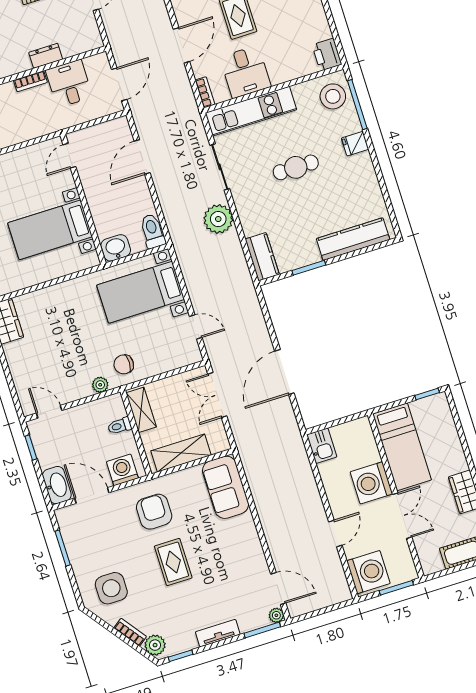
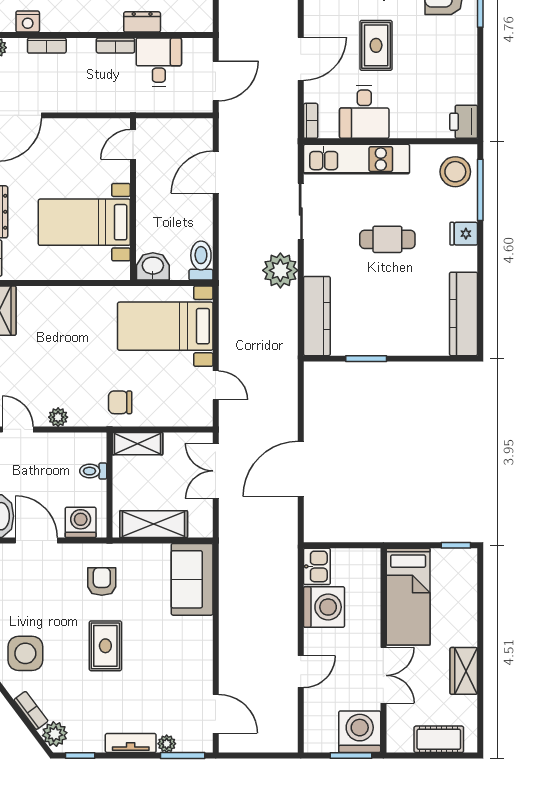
kitchen counter: (353, 239) -> (464, 314), moved, turned -90
kitchen counter: (262, 257) -> (317, 316), width x1.50
plant: (100, 385) -> (58, 417), moved
shelving: (141, 410) -> (137, 444), moved, turned 90
washing machine: (371, 483) -> (324, 607), moved, turned 180
armchair: (154, 512) -> (102, 581), width x0.72, depth x0.72
washing machine: (368, 572) -> (360, 732), moved, turned -90
plant: (276, 615) -> (167, 744), moved

